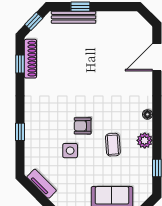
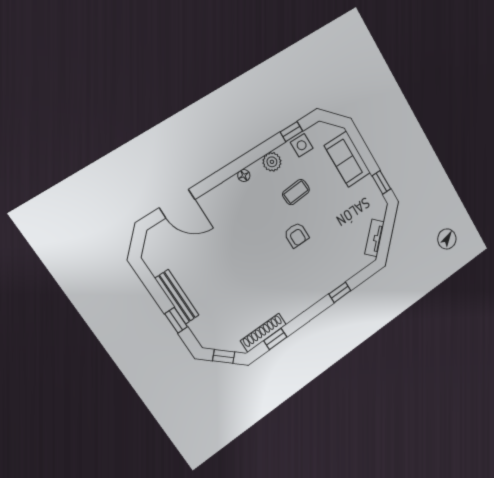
bench: (74, 17) -> (177, 297), moved
side table: (70, 151) -> (302, 145), moved

